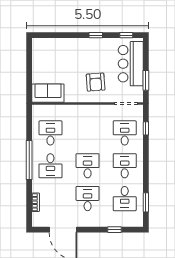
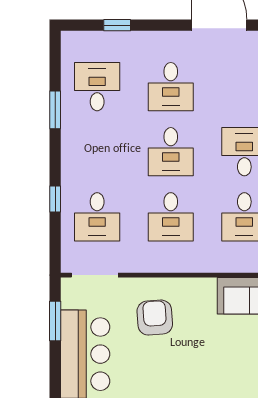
window: (146, 128) -> (55, 199), moved
desk: (125, 166) -> (171, 217), moved
window: (146, 202) -> (55, 110), moved

